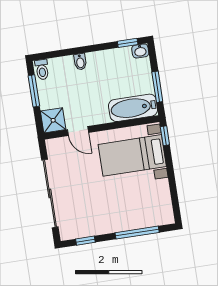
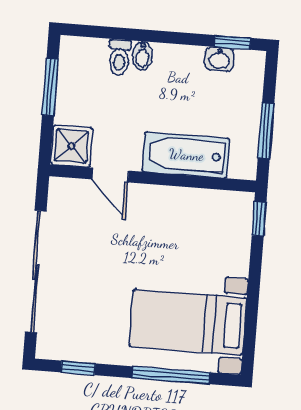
washbasin: (140, 51) -> (219, 59), moved
toilet: (42, 70) -> (119, 57), moved
bathtub: (133, 108) -> (186, 155), moved
bed with nightstands: (132, 155) -> (188, 322), moved

